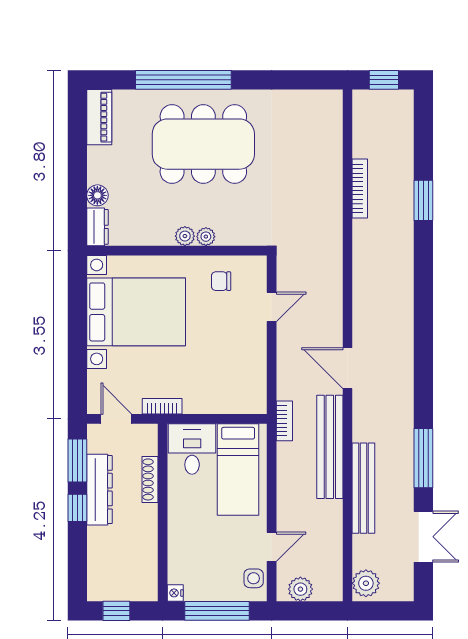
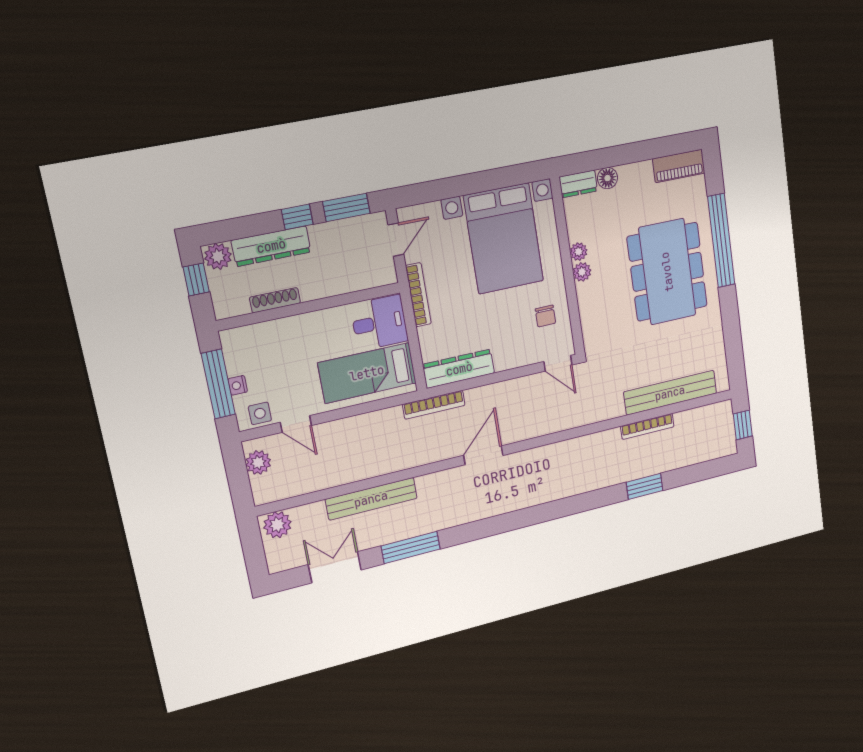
plant: (206, 237) -> (579, 252), moved
chair: (221, 281) -> (545, 316), turned 180
door: (272, 307) -> (558, 363), moved
dresser: (254, 379) -> (459, 369), added
bookcase: (162, 406) -> (418, 295), width x1.56
bookcase: (284, 421) -> (434, 405), width x1.56
bench: (330, 447) -> (670, 393), moved
shoe rack: (150, 479) -> (275, 300), moved
dresser: (99, 490) -> (271, 246), moved
double door: (423, 537) -> (335, 567), swing flipped
plant: (99, 587) -> (218, 256), added
nightstand: (175, 593) -> (238, 385), moved, turned -90

